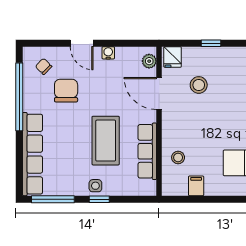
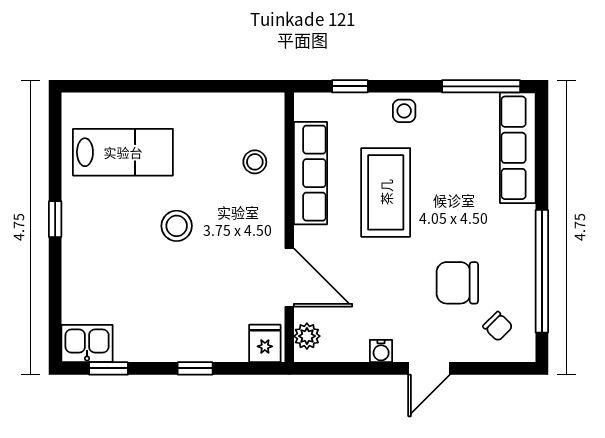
door: (82, 43) -> (429, 368), swing flipped
stool: (199, 85) -> (177, 226), moved
chair: (66, 91) -> (457, 283), turned 90
row of seats: (33, 154) -> (518, 148), width x0.73
filing cabinet: (196, 186) -> (222, 111), removed
window: (99, 199) -> (350, 86), moved

